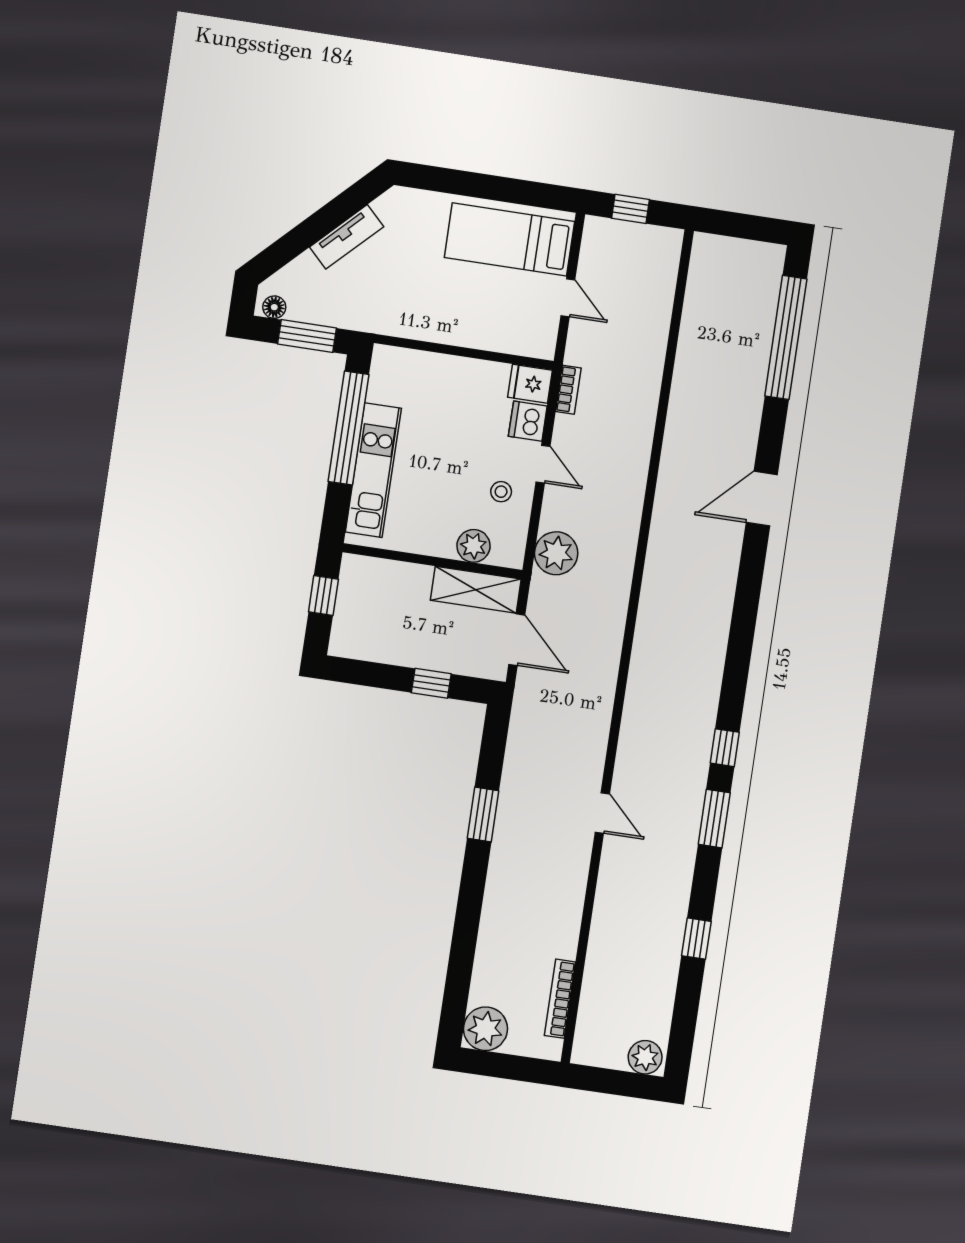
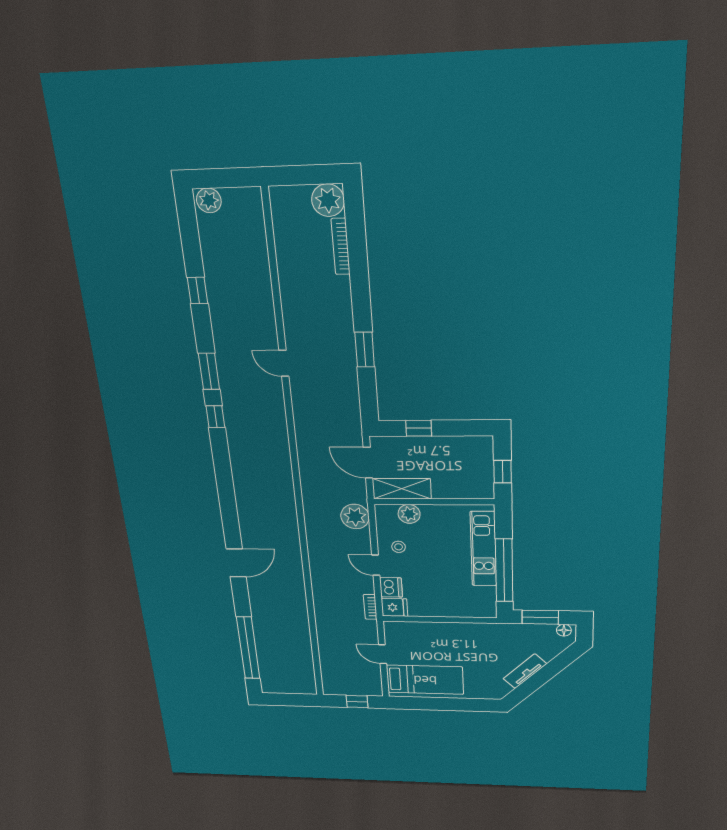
bookcase: (560, 999) -> (341, 246), moved, turned 180

